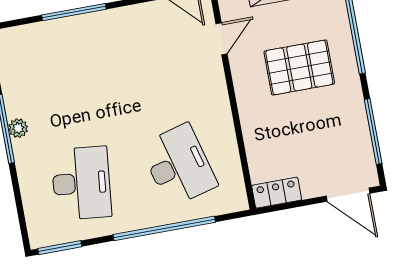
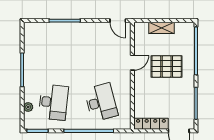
door: (222, 39) -> (132, 63), moved
plant: (18, 128) -> (28, 107), moved
locker: (277, 193) -> (151, 124), width x1.53

